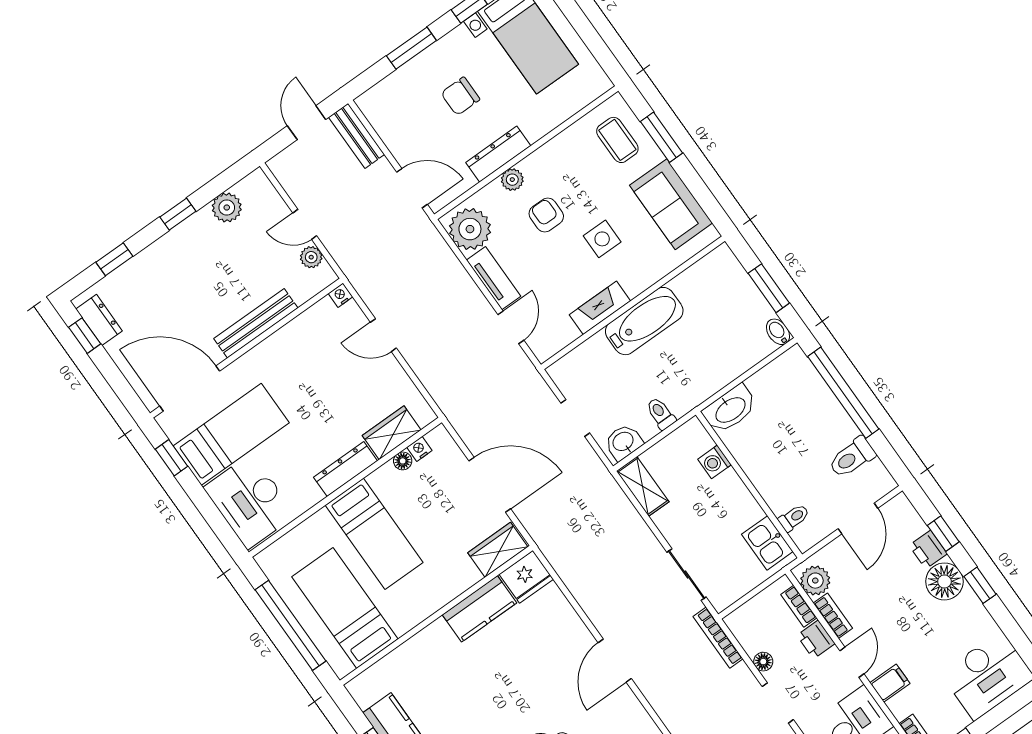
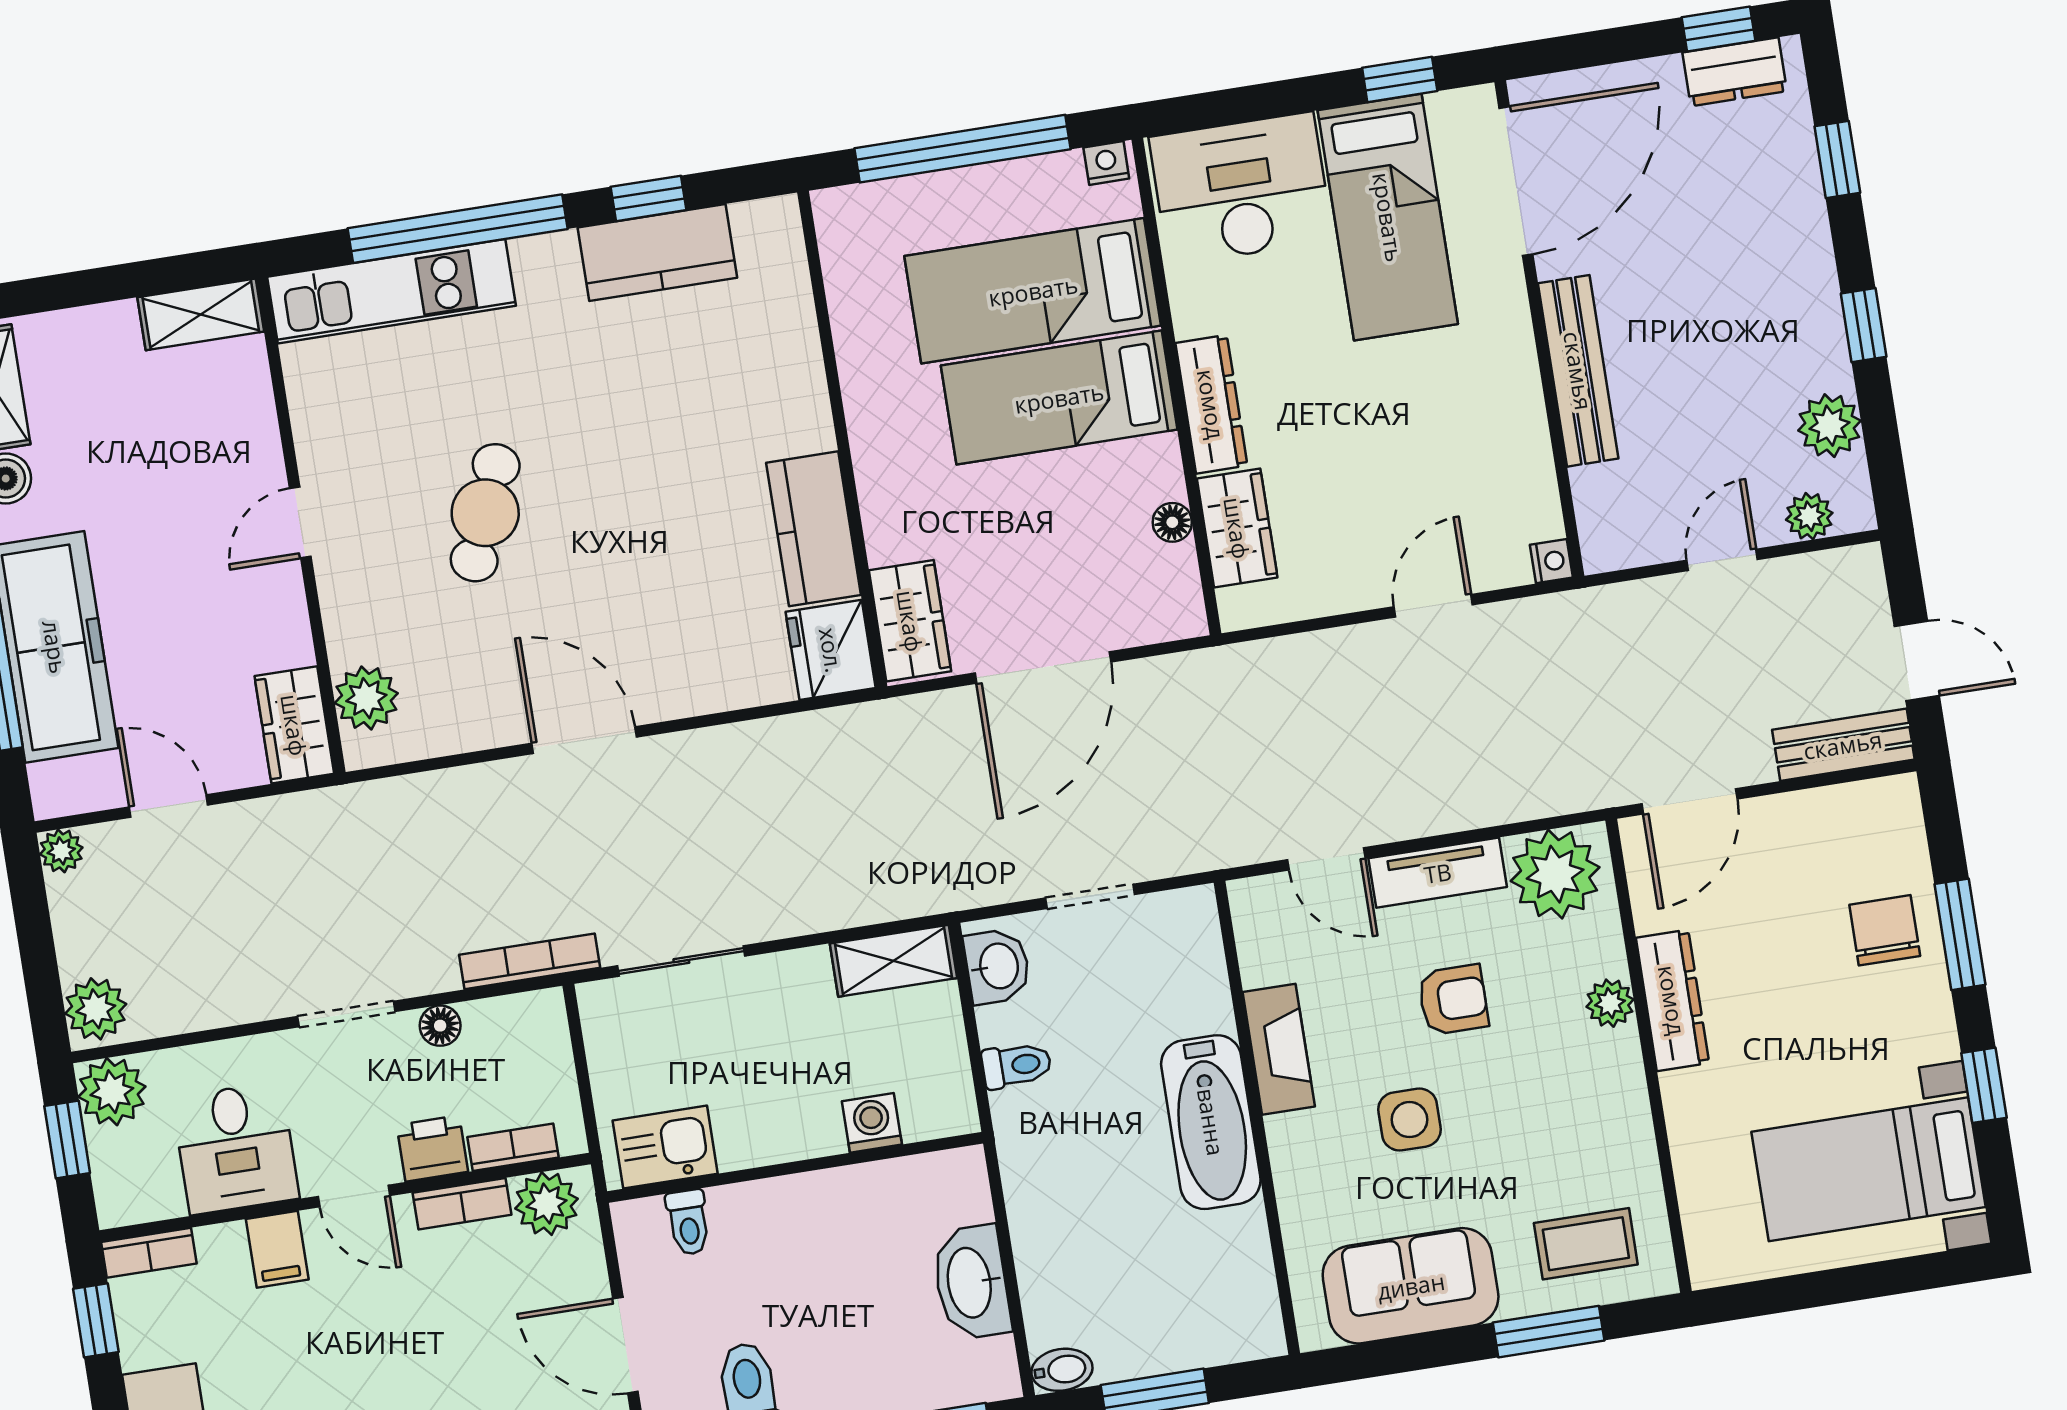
chair: (460, 96) -> (1885, 930), moved
armchair: (546, 215) -> (1453, 1000), moved
plant: (311, 257) -> (1809, 516), moved
washbasin: (730, 409) -> (971, 1282), moved
nightstand: (419, 449) -> (1106, 163), moved, turned -90
bed: (345, 608) -> (1033, 291), moved, turned 180

